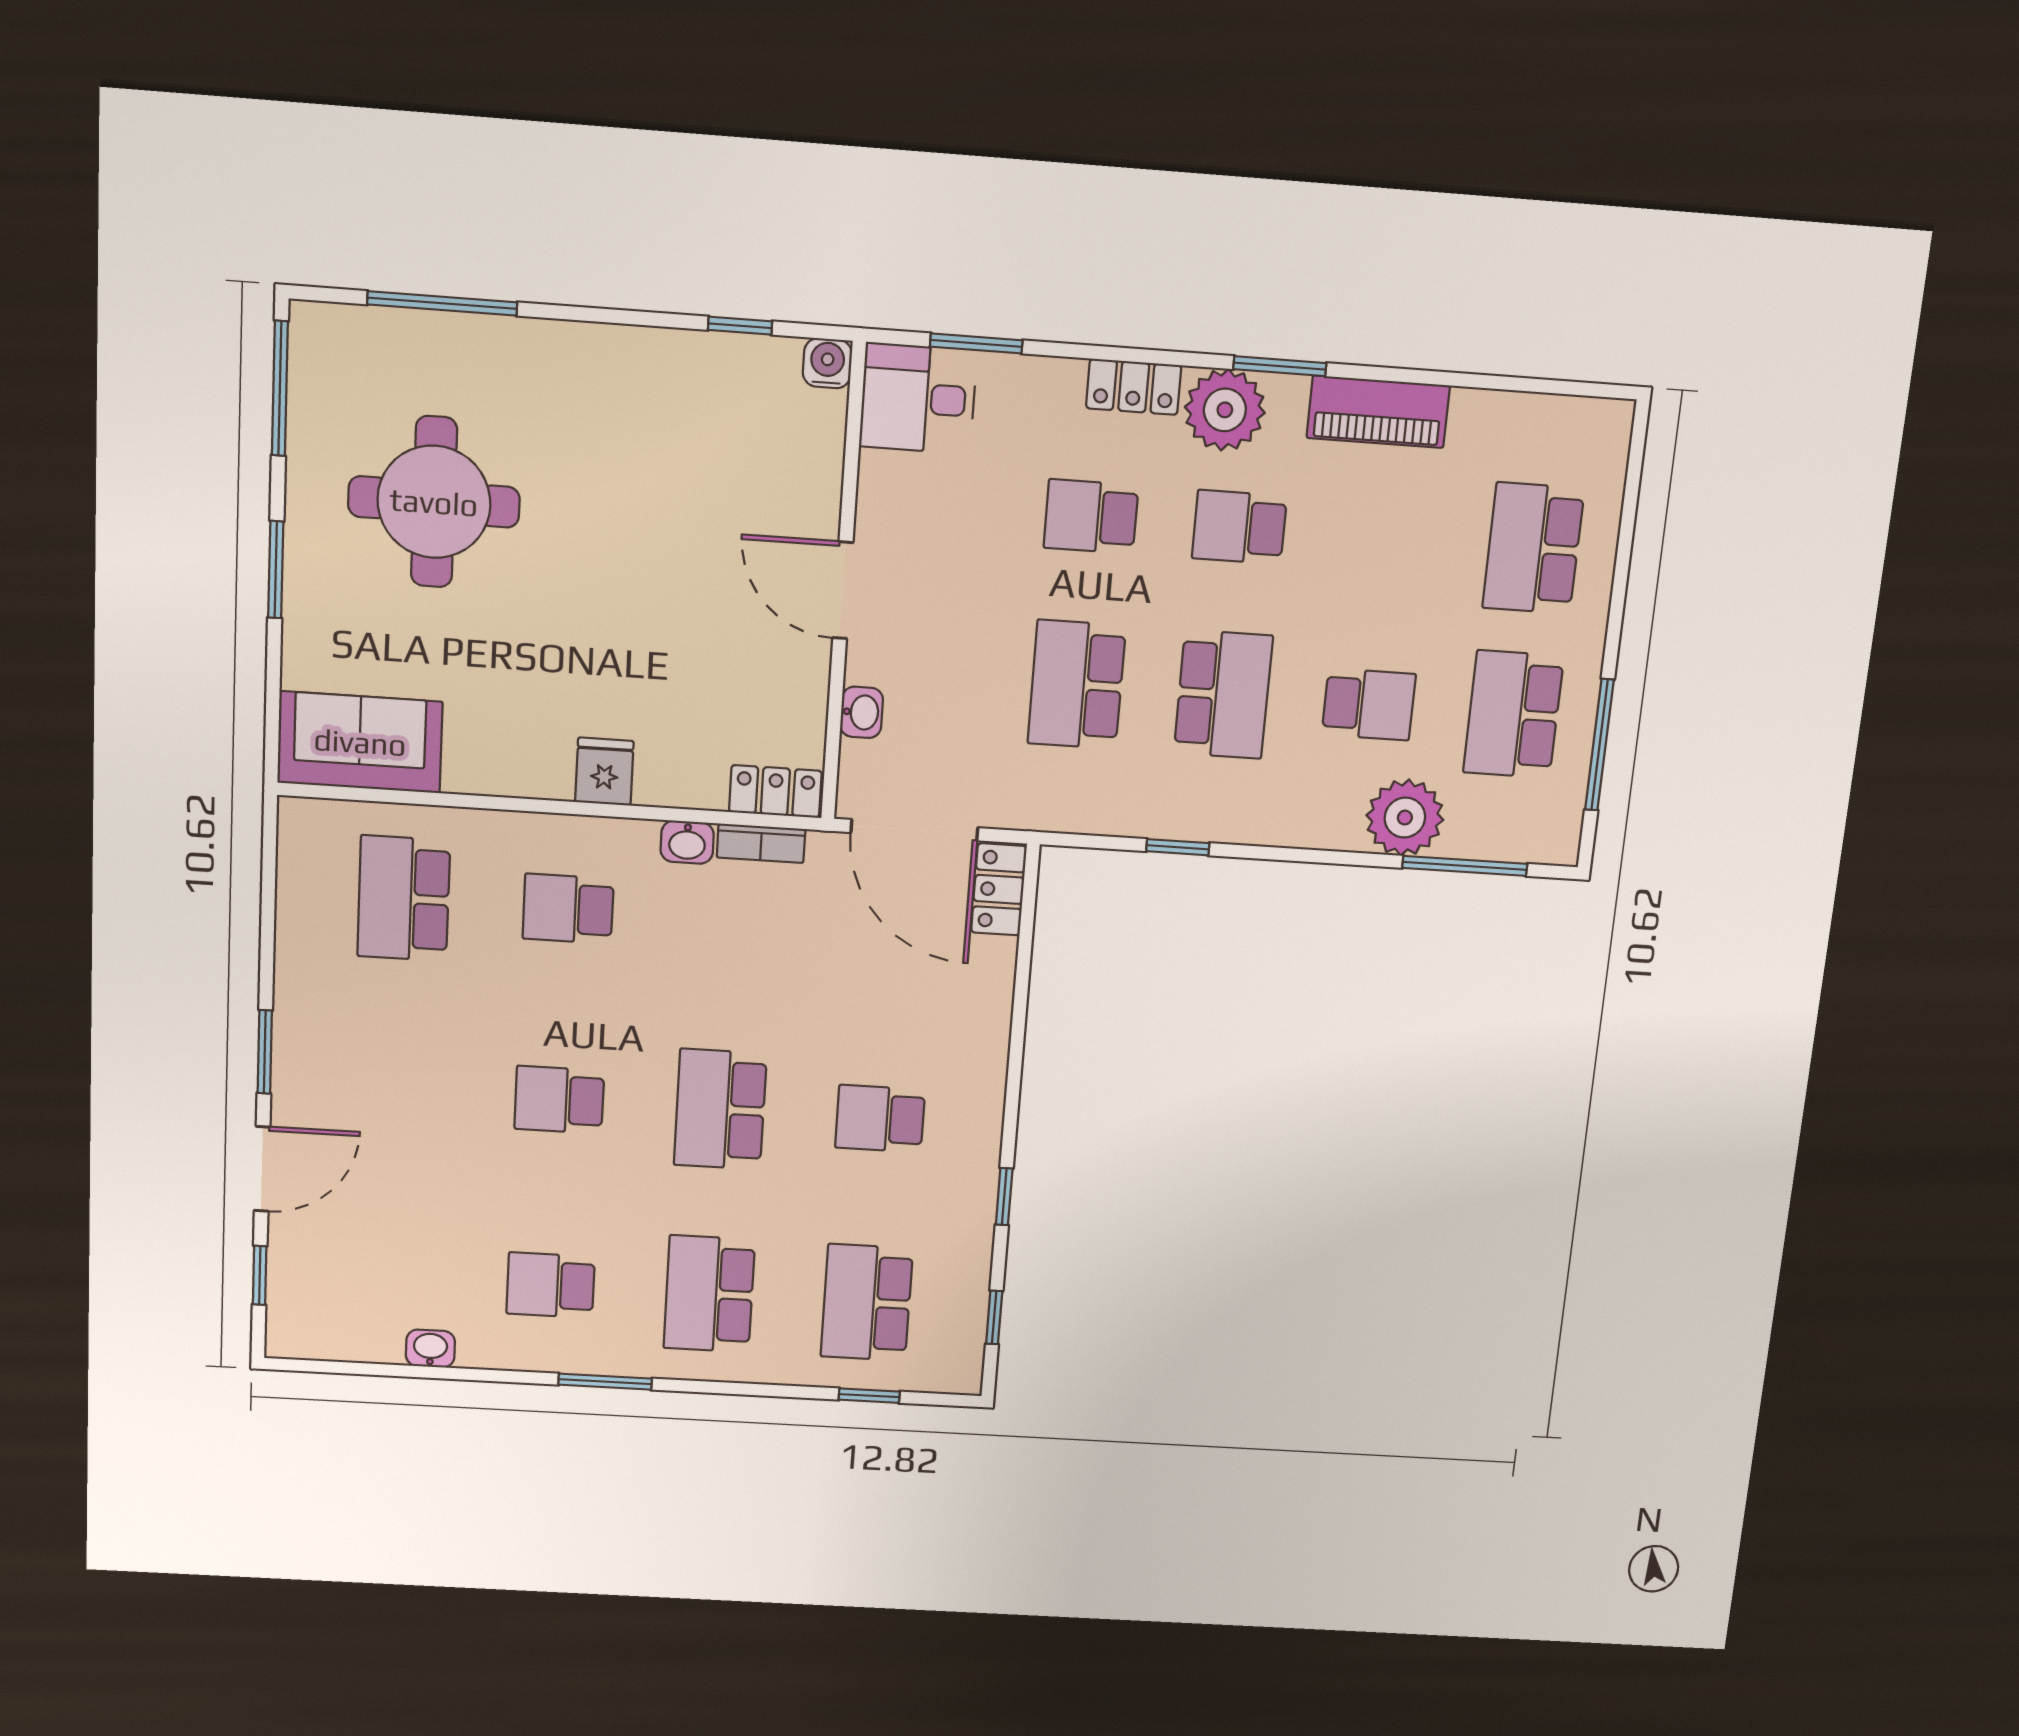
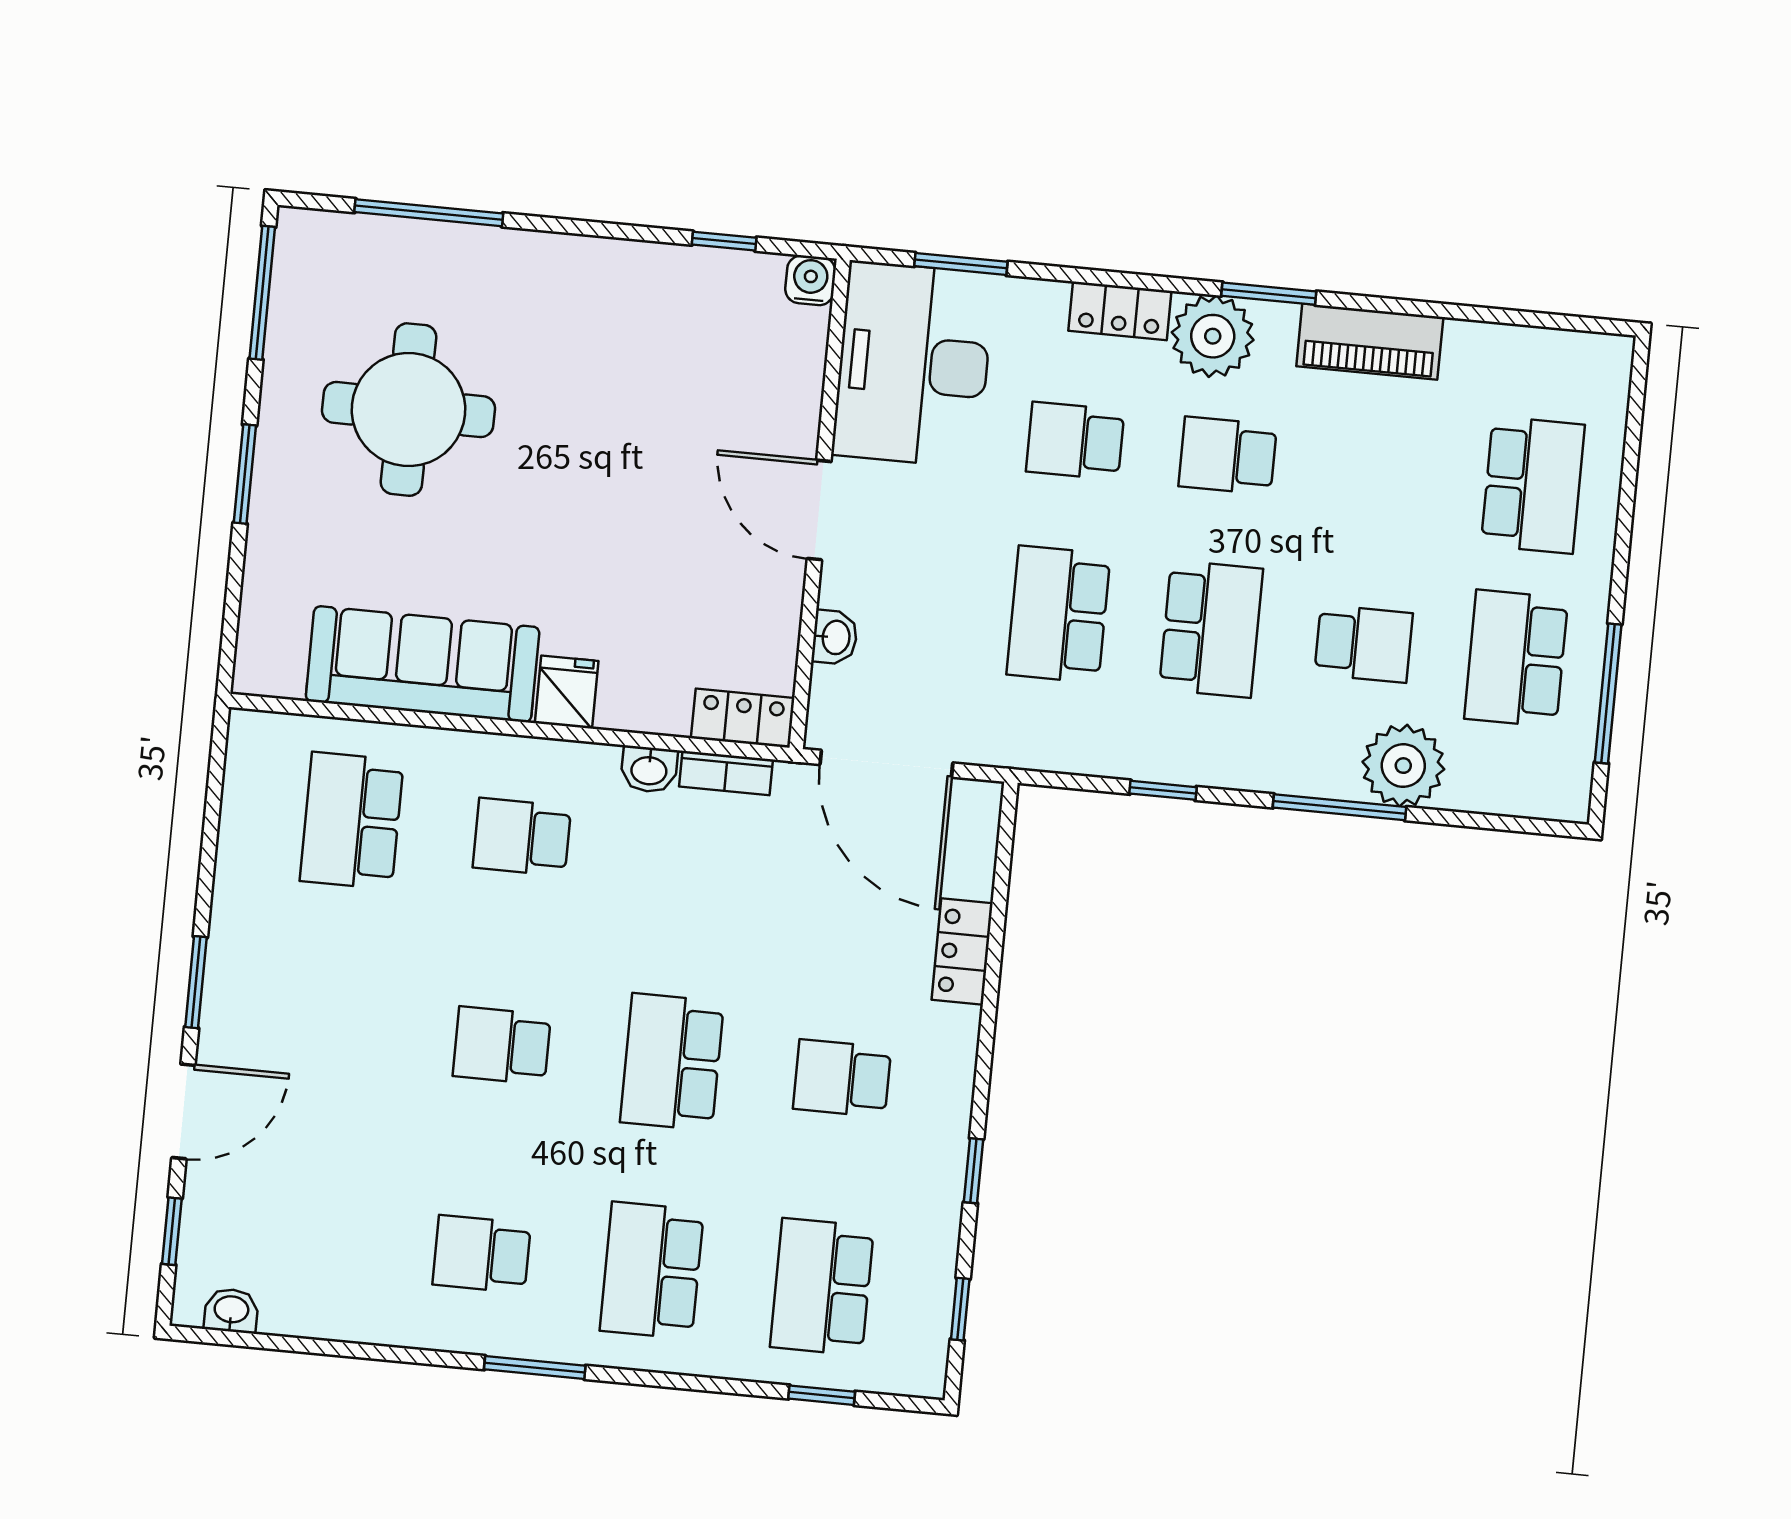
desk: (918, 398) -> (913, 364), width x1.87, depth x1.30
school desk: (1533, 548) -> (1533, 485), turned 180
sofa: (360, 742) -> (423, 664), moved, width x1.36
window: (1465, 866) -> (1340, 807), moved
locker: (999, 889) -> (962, 952), moved
washbasin: (430, 1349) -> (231, 1311), moved

